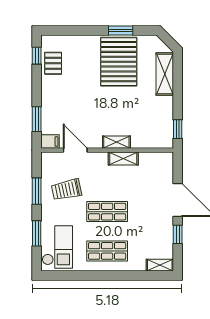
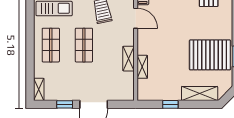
window: (178, 129) -> (170, 104), moved
shelving: (116, 142) -> (142, 67), moved
door: (75, 150) -> (136, 18), hinge flipped

